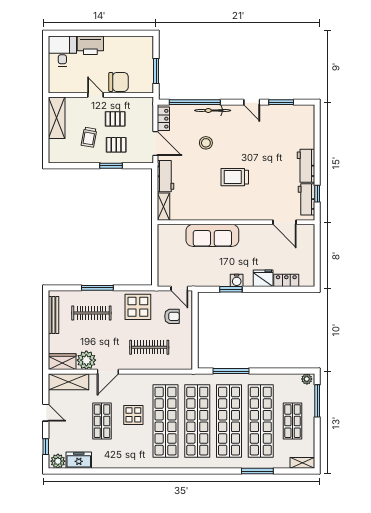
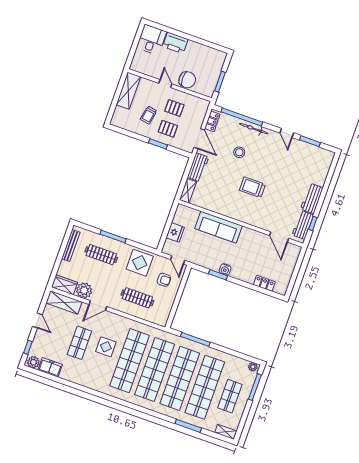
fridge: (263, 278) -> (175, 232), moved, turned 90

